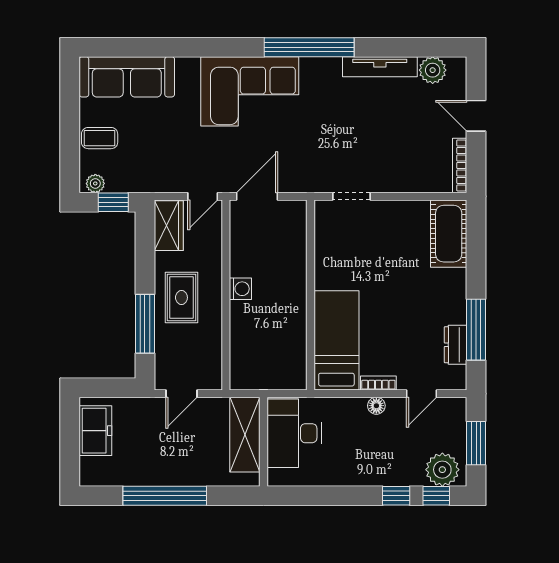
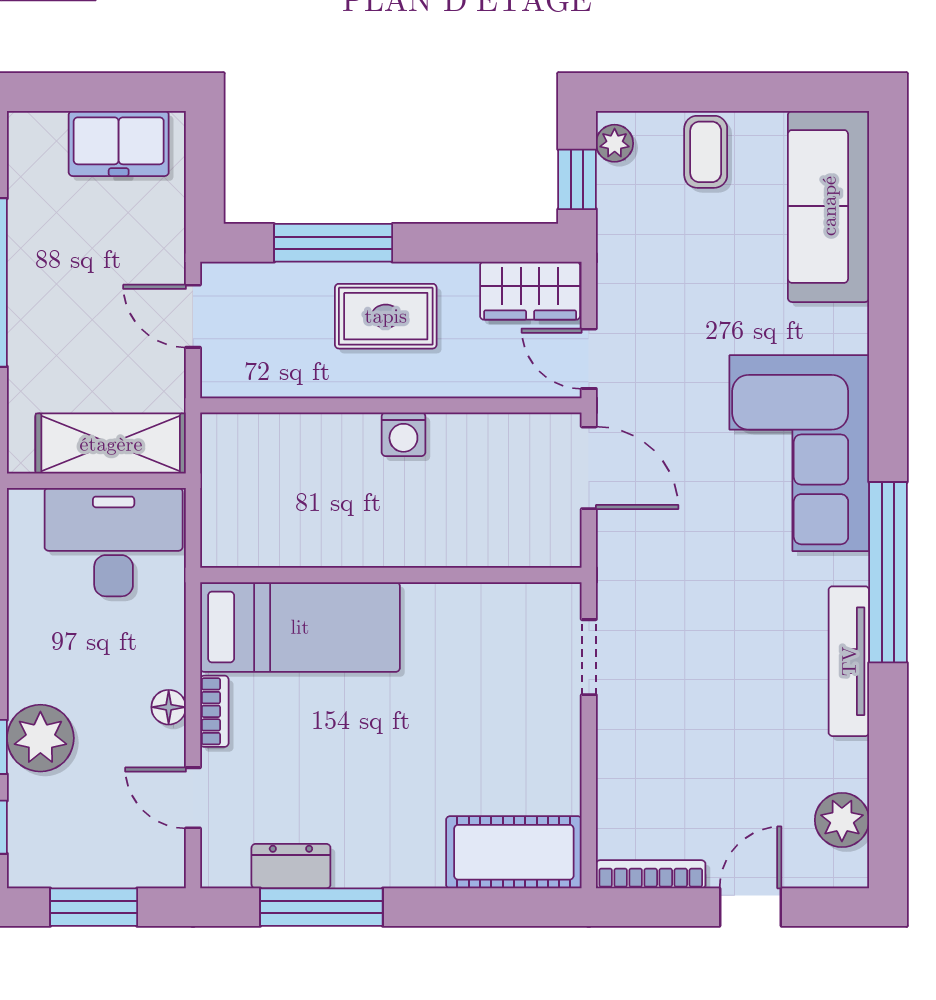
tv unit: (380, 67) -> (849, 661), moved
plant: (442, 470) -> (40, 738), moved

